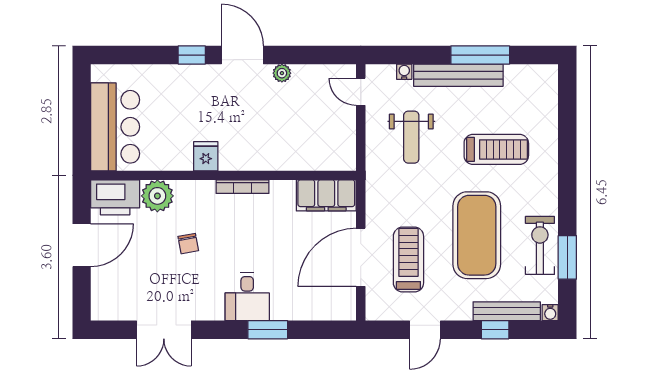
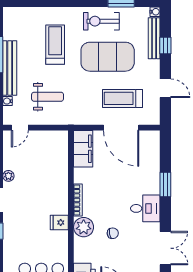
plant: (157, 196) -> (84, 227), moved
exercise bike: (540, 245) -> (101, 21), moved
desk: (247, 297) -> (145, 208), moved

